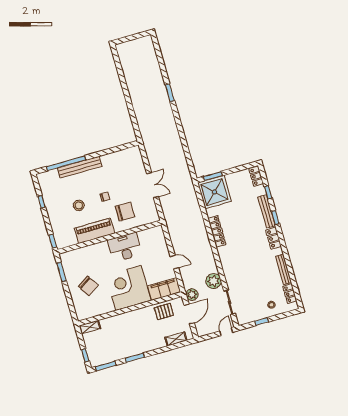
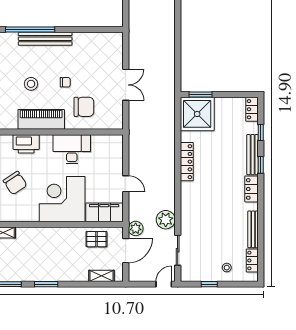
printer: (88, 253) -> (26, 144), added

